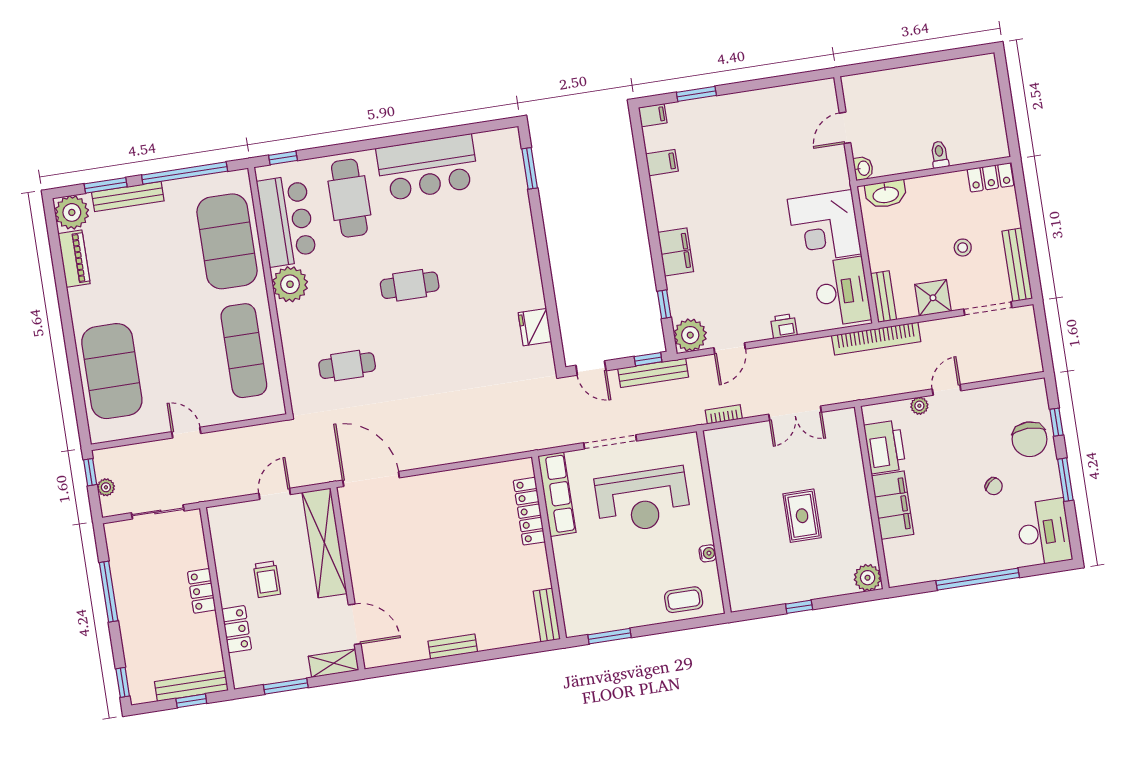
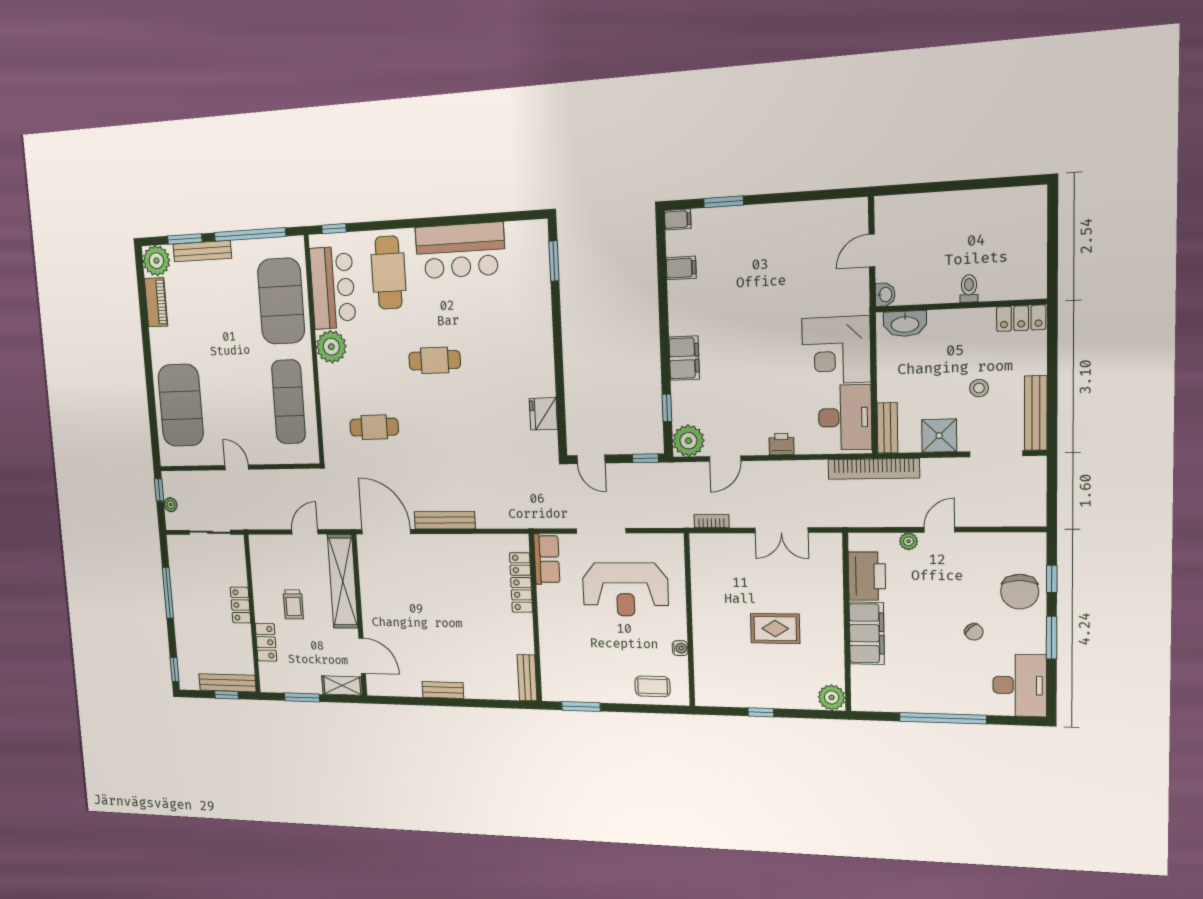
bench: (653, 373) -> (445, 520), moved
row of seats: (557, 494) -> (547, 559), width x0.68
rug: (802, 516) -> (775, 628), turned 90

